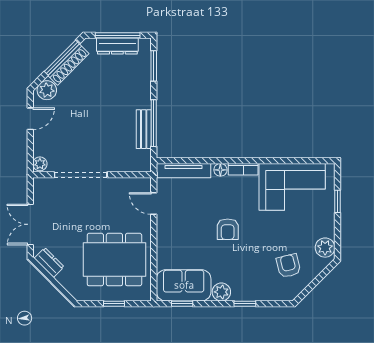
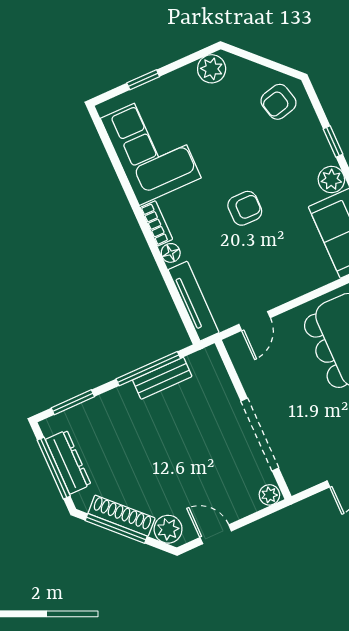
armchair: (289, 266) -> (278, 102), moved

